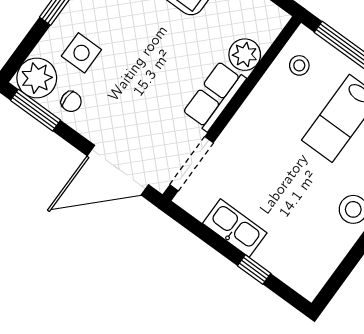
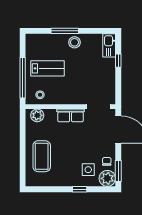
plant: (245, 55) -> (37, 115), moved
kitchen sink: (235, 228) -> (109, 45), moved

